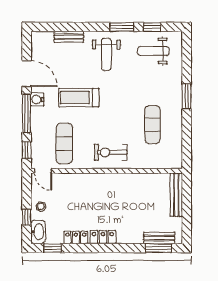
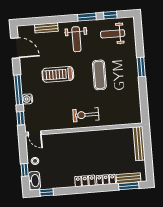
door: (27, 74) -> (15, 48), moved
water cooler: (37, 99) -> (27, 99), moved
exercise mat: (152, 125) -> (99, 75), moved
exercise mat: (64, 144) -> (49, 111), removed
locker: (76, 238) -> (106, 180), moved

